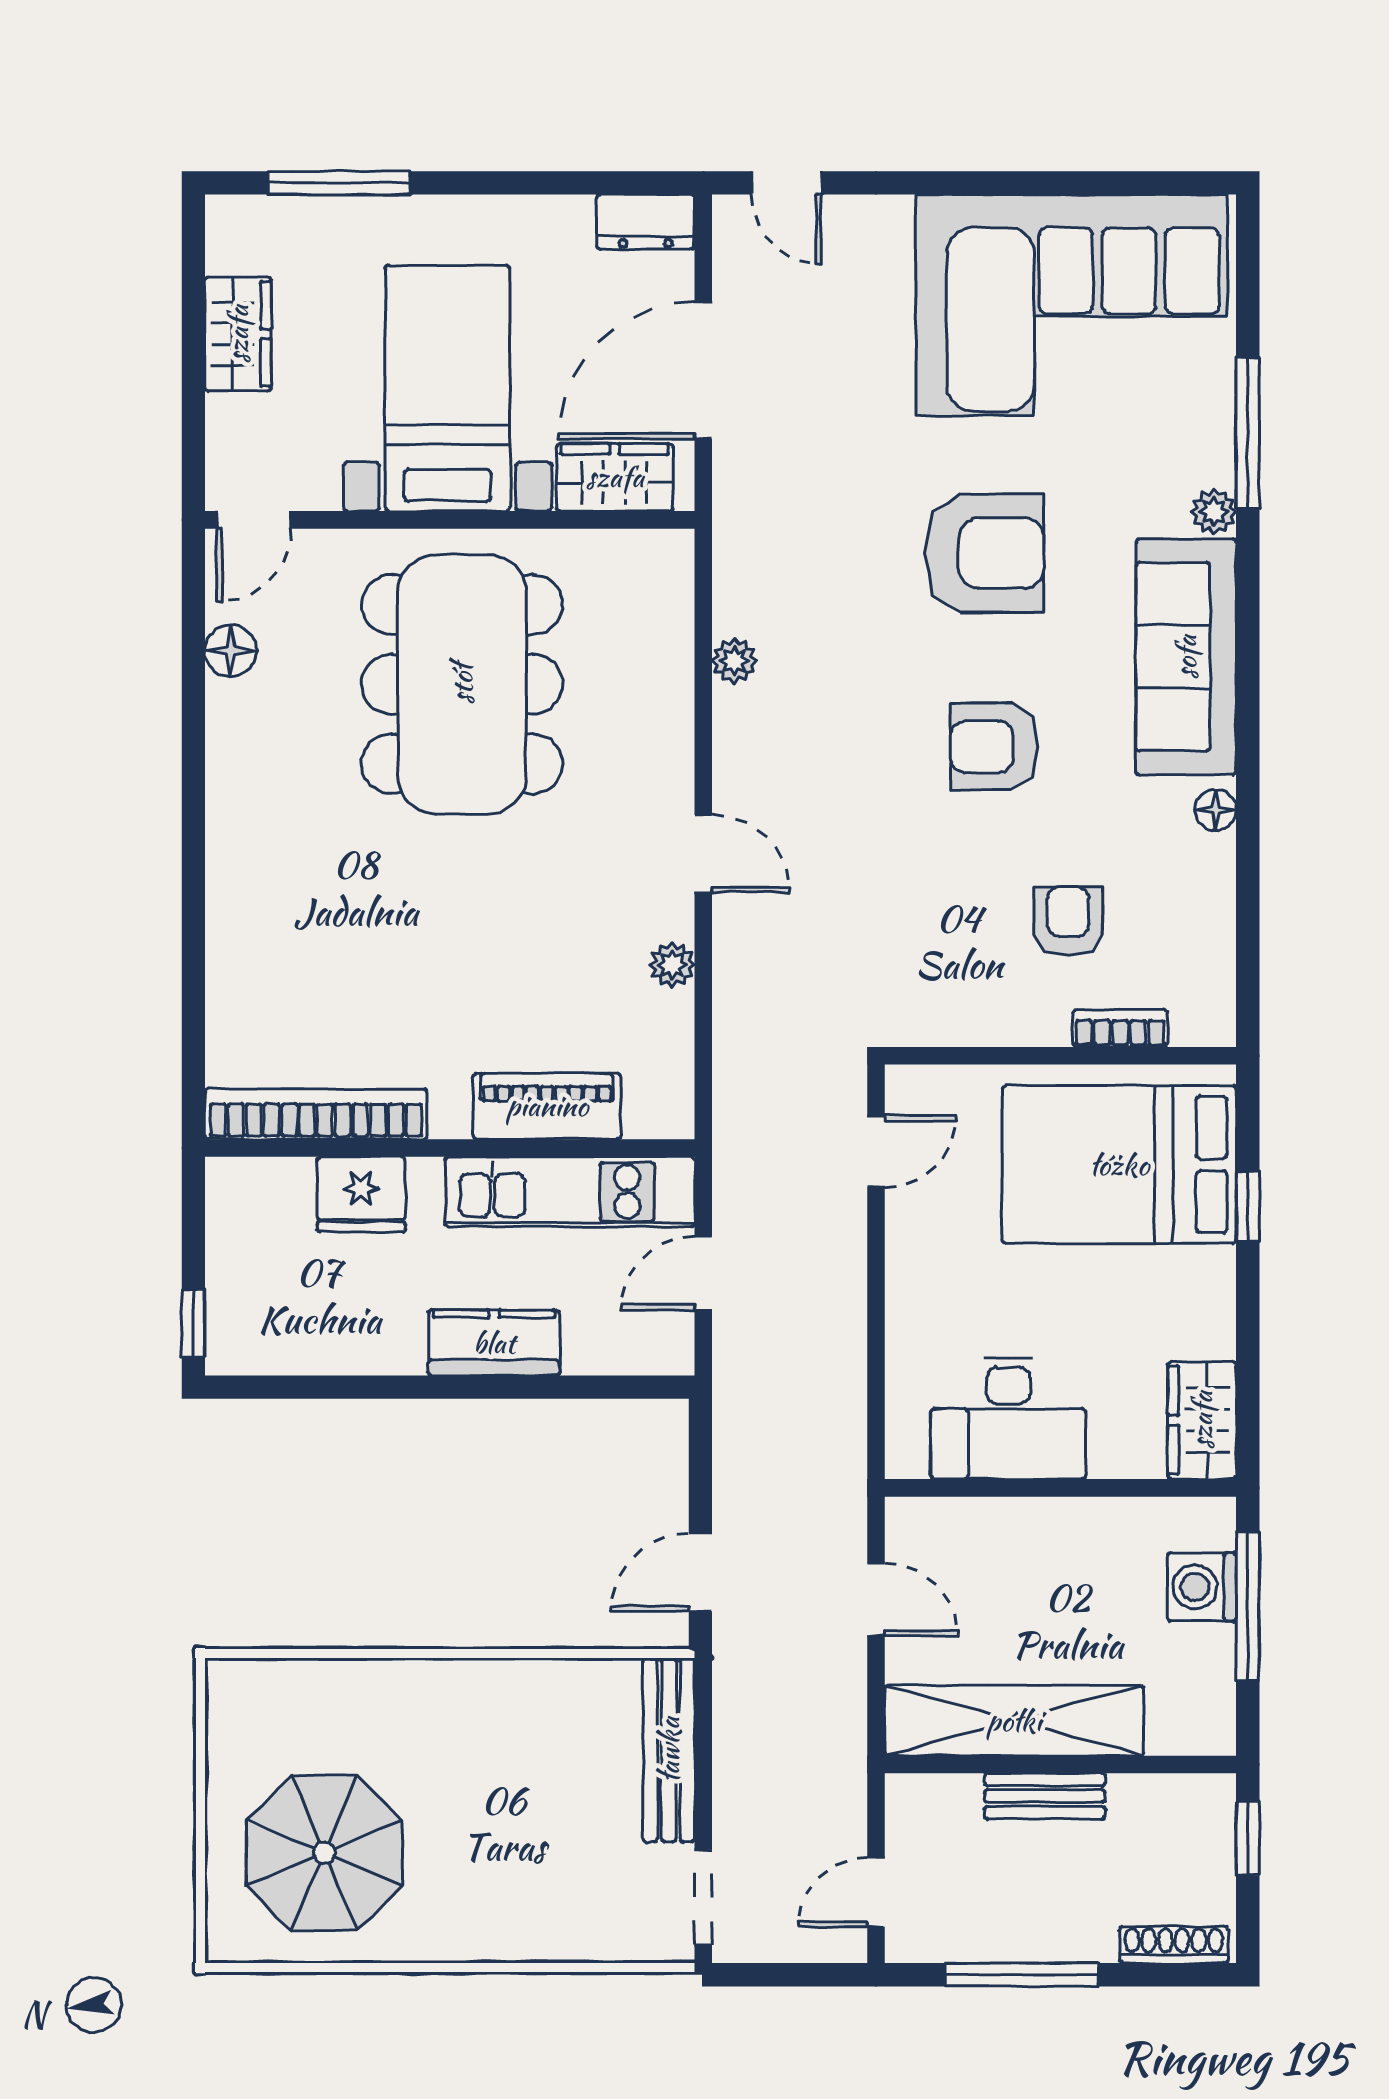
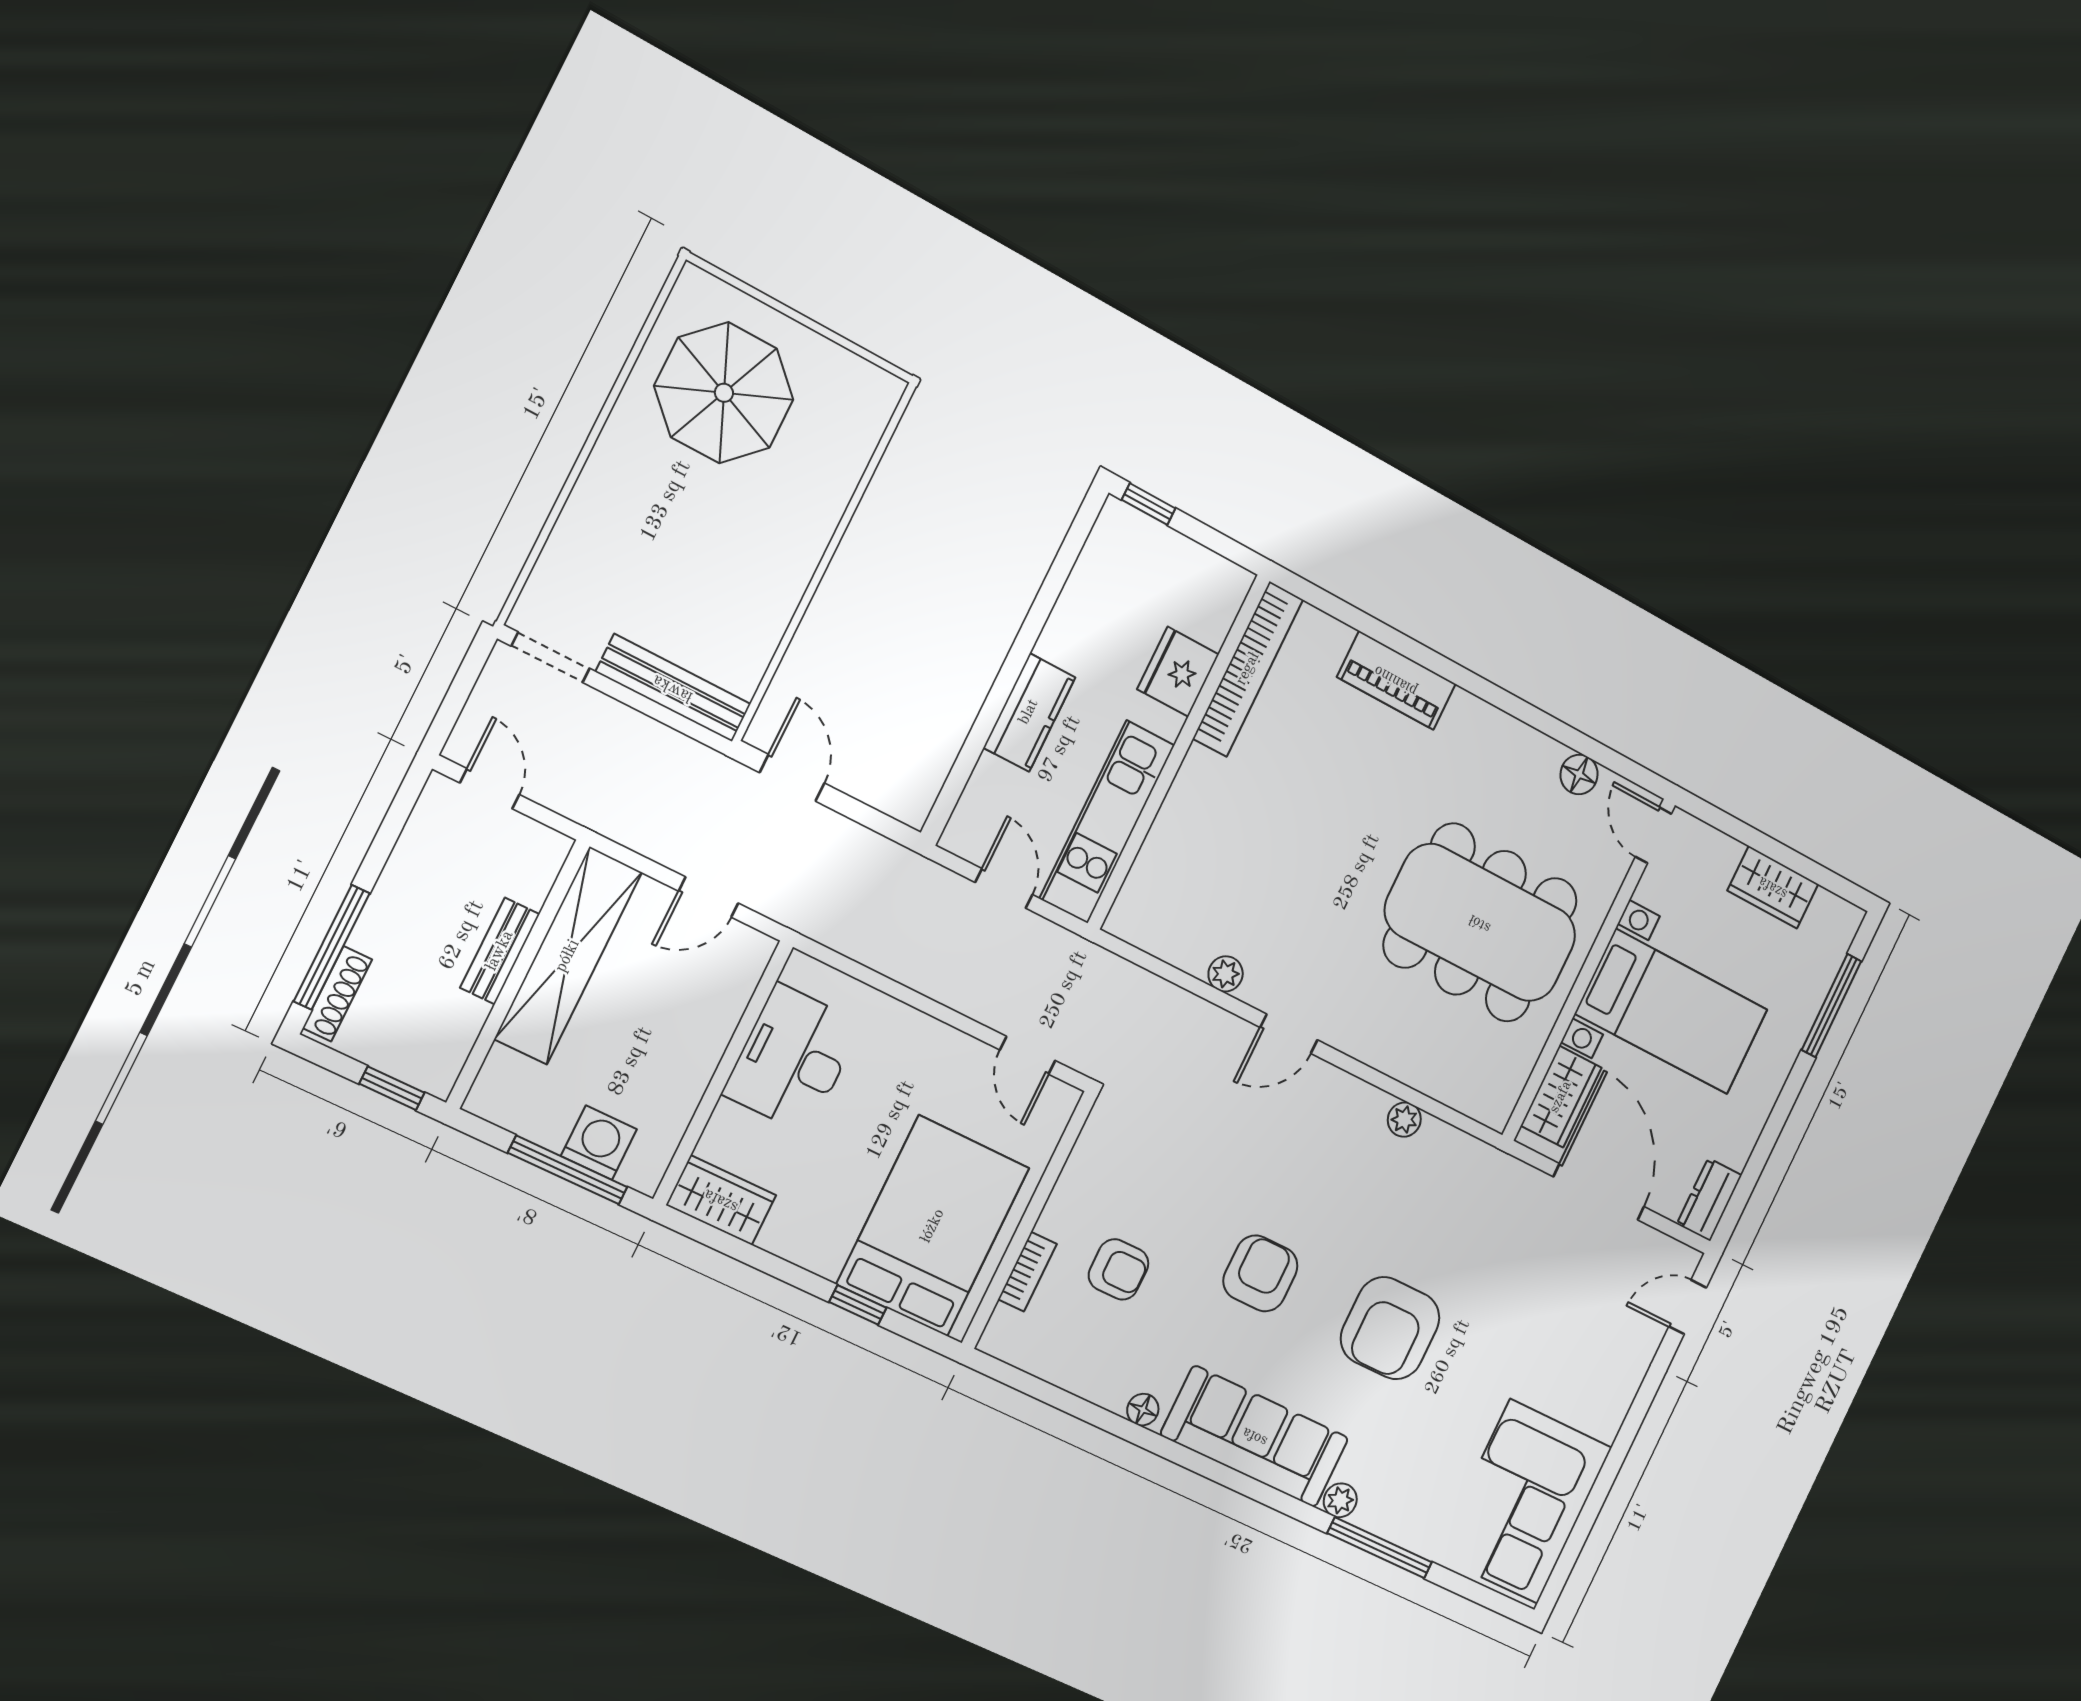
corner sofa: (1071, 305) -> (1524, 1501), width x0.73, depth x0.74
piano: (547, 1106) -> (1396, 680), moved, turned 90
window: (1022, 1975) -> (332, 947), moved

